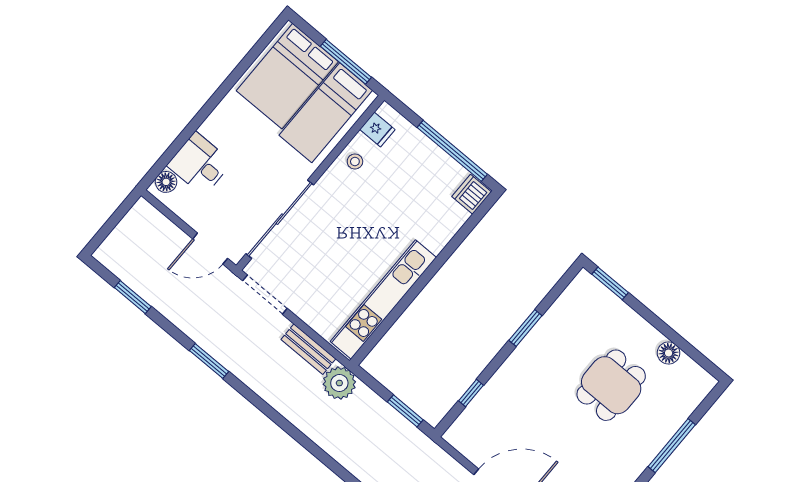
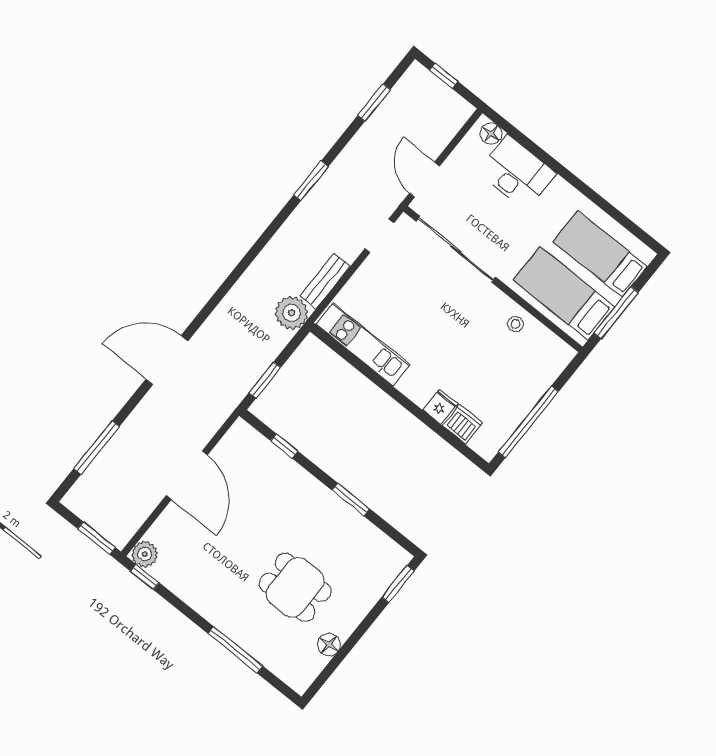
bed: (287, 76) -> (600, 254), width x0.67
fridge: (377, 129) -> (440, 407), moved, turned 180
desk: (200, 164) -> (517, 173), width x1.37
dishwasher: (472, 194) -> (462, 424), moved
window: (108, 228) -> (444, 76), added
doorway: (265, 295) -> (379, 236), width x0.73
kitchen unit: (383, 300) -> (363, 344), width x0.73

